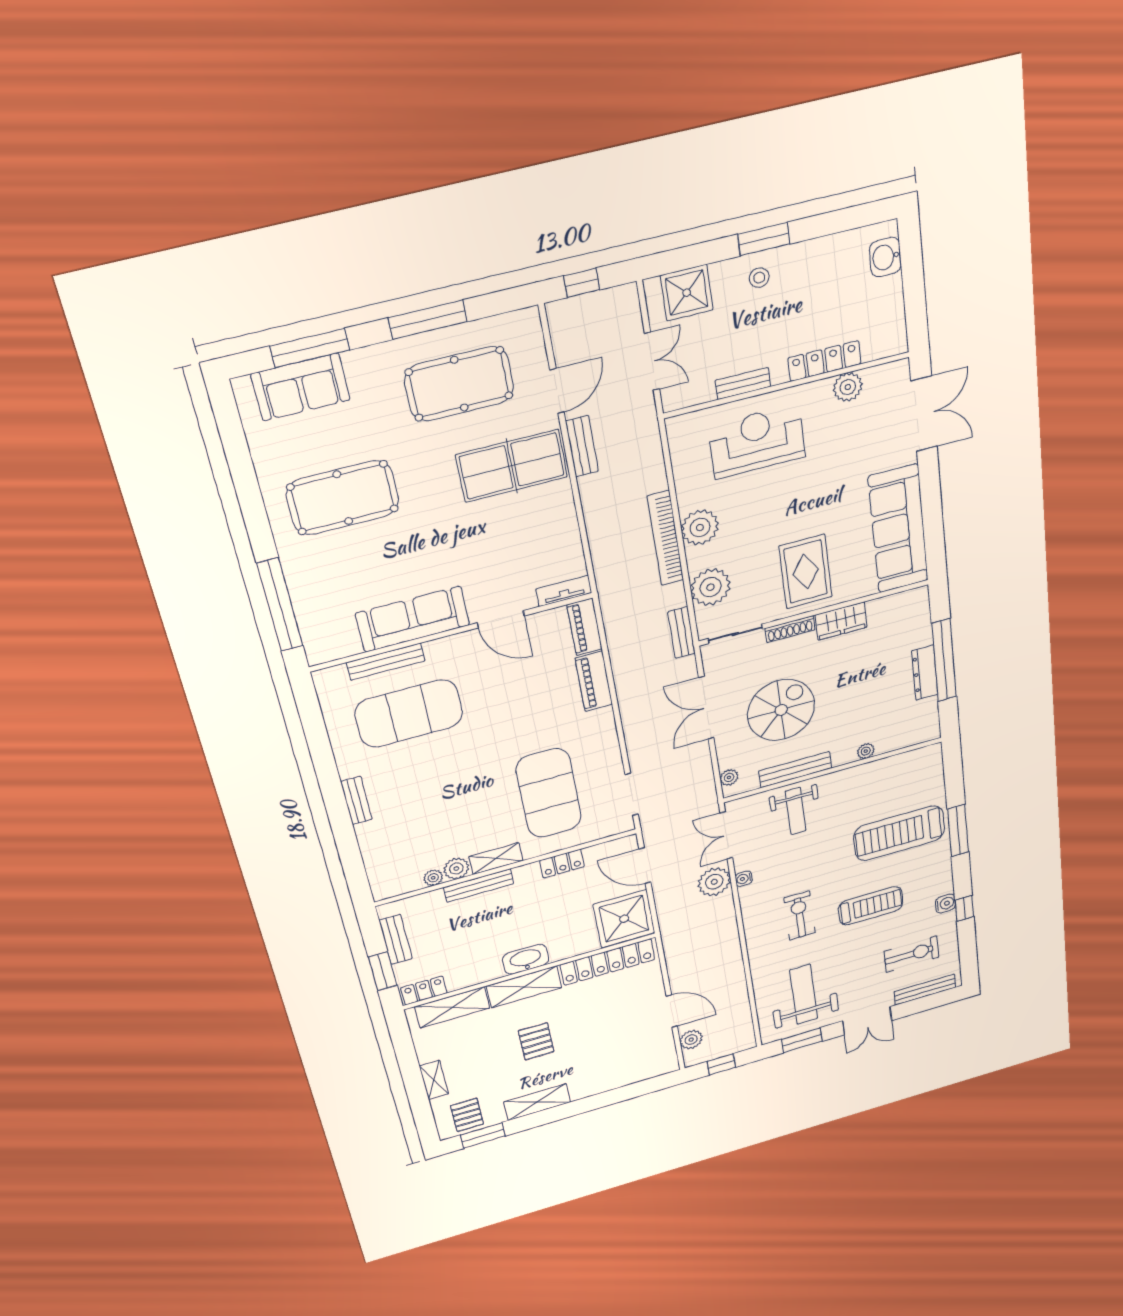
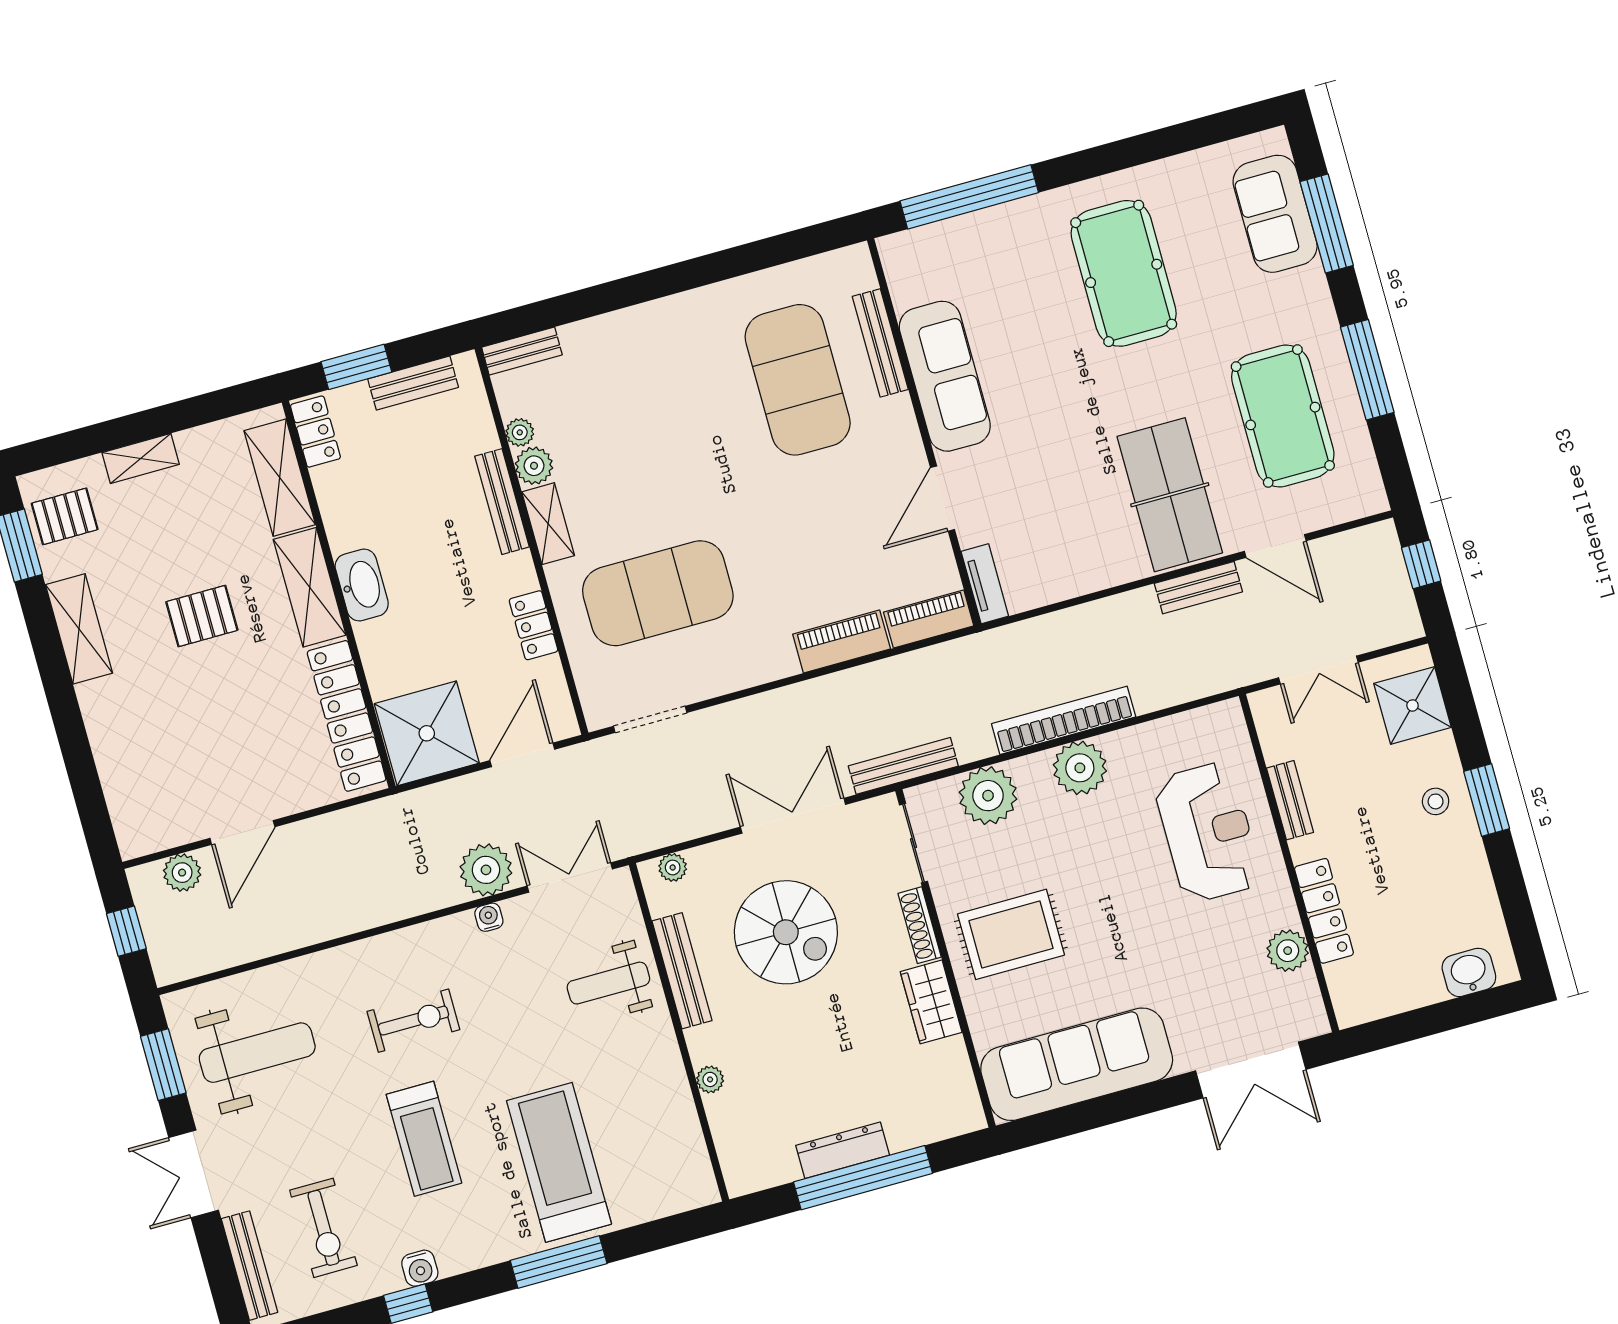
bench: (682, 633) -> (903, 766), width x1.36
bench: (356, 801) -> (522, 351), moved

